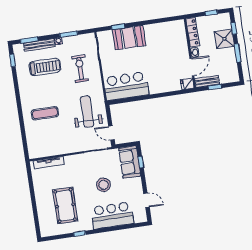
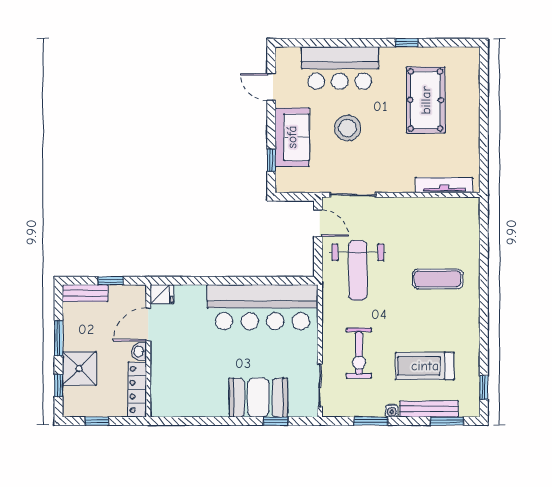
bench: (207, 81) -> (85, 293), moved
bar counter: (126, 86) -> (263, 307), width x1.36
sofa: (130, 162) -> (292, 137), moved

